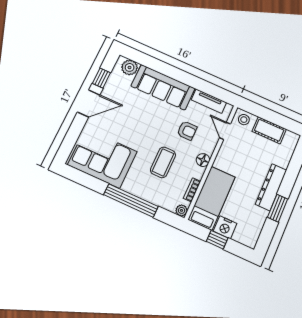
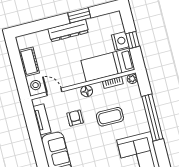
door: (225, 131) -> (54, 92), swing flipped

